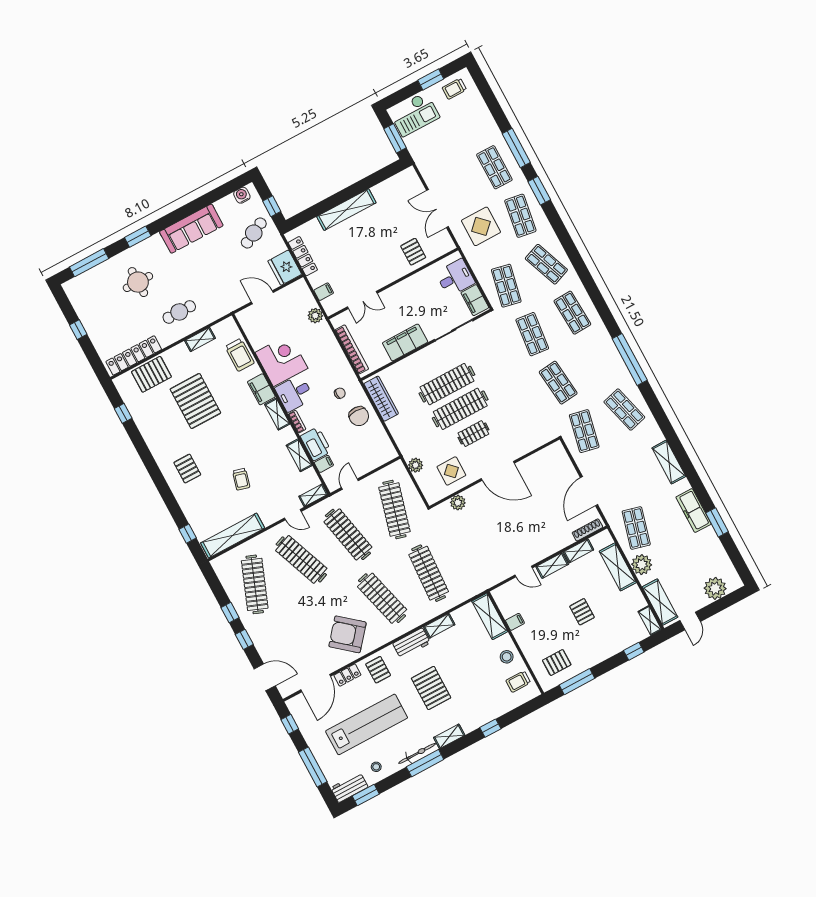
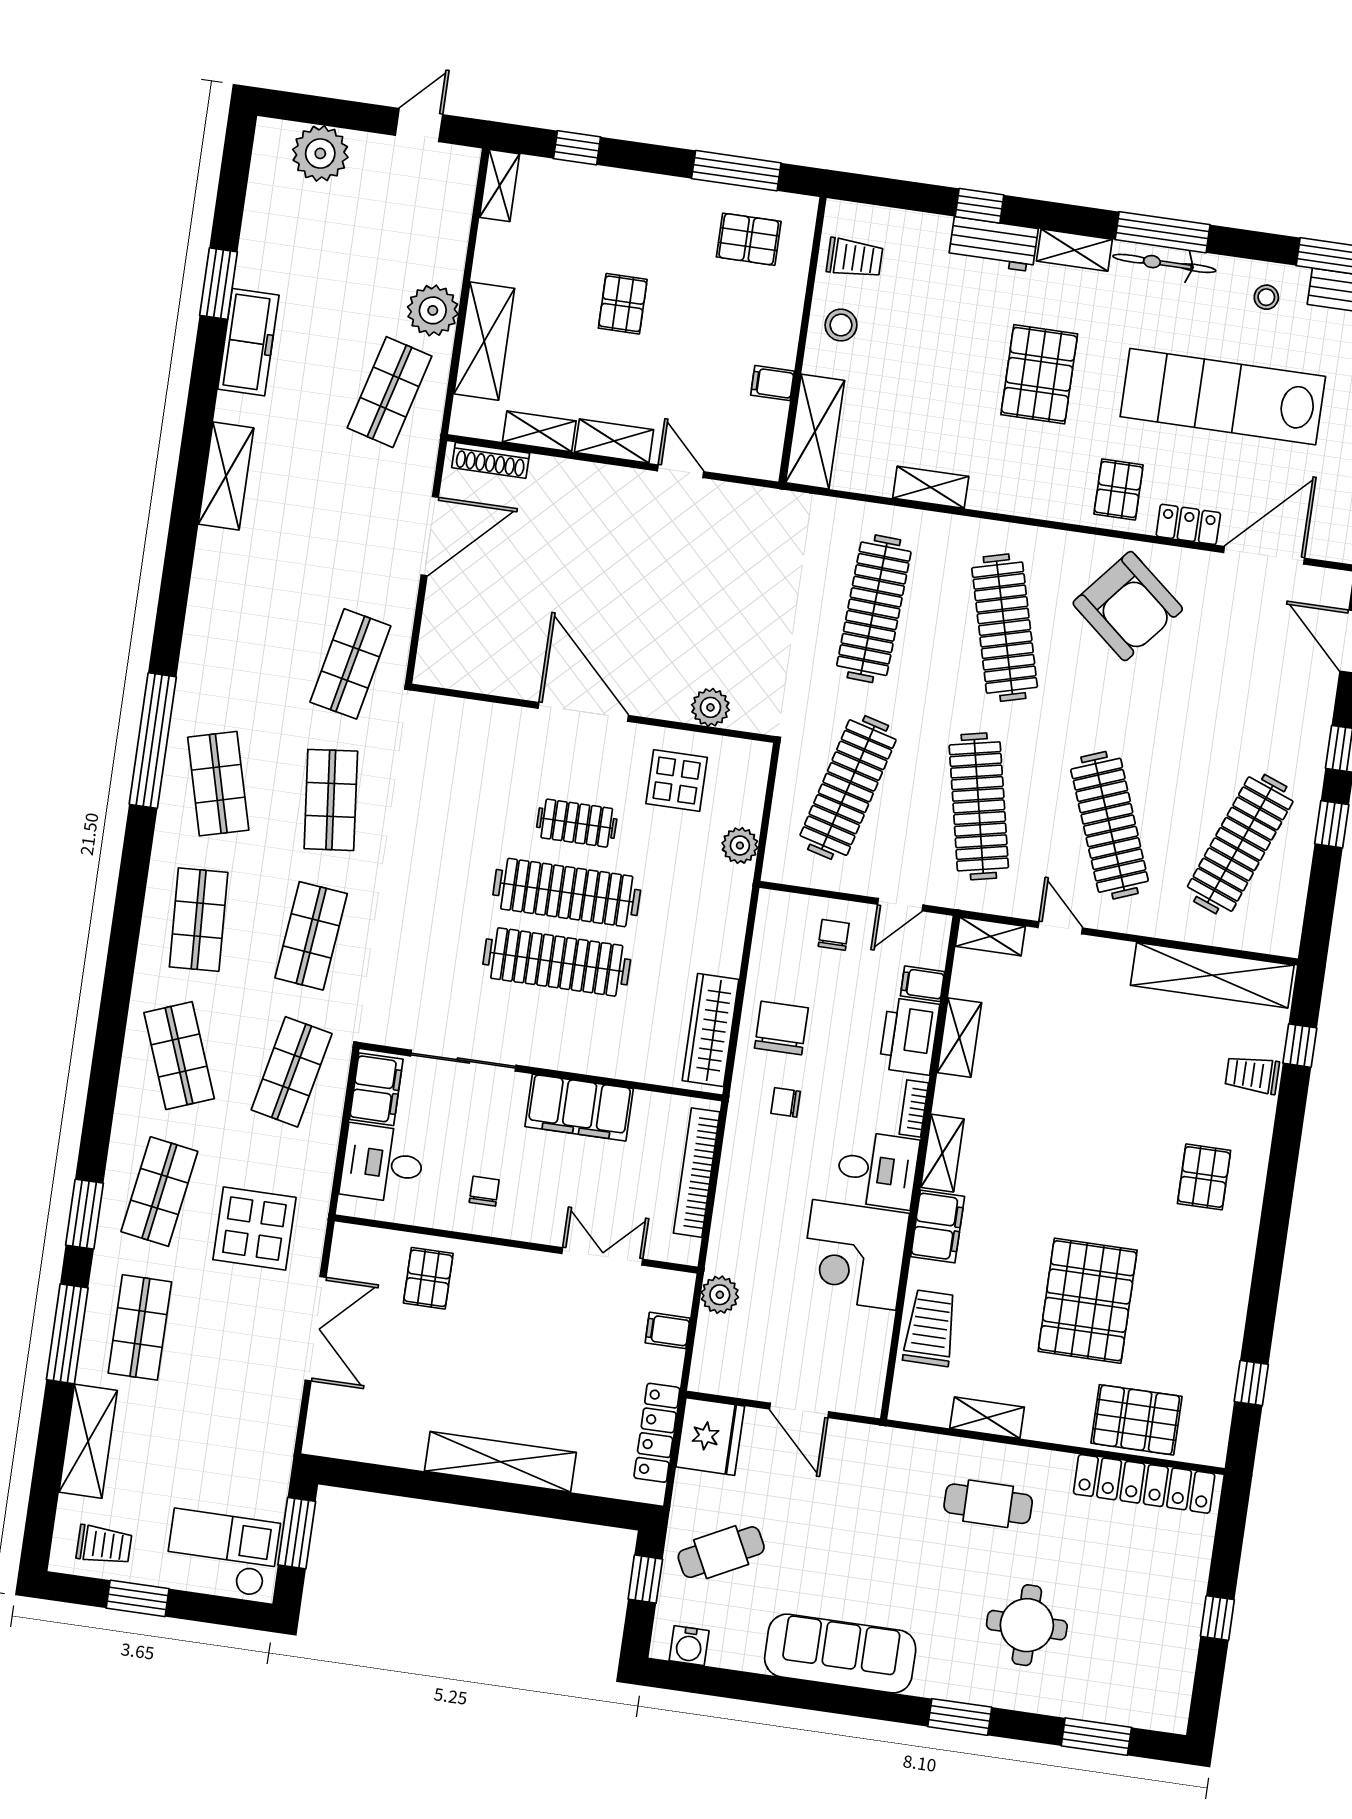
window: (89, 263) -> (1096, 1737), width x0.69
chair: (416, 293) -> (484, 1191), added
shop shelf: (624, 410) -> (218, 784), moved
chair: (364, 459) -> (834, 935), added
trolley: (241, 479) -> (1252, 1075), moved, turned -105
shelving: (660, 602) -> (88, 1441), moved
workbench: (412, 643) -> (993, 244), moved, turned 180

